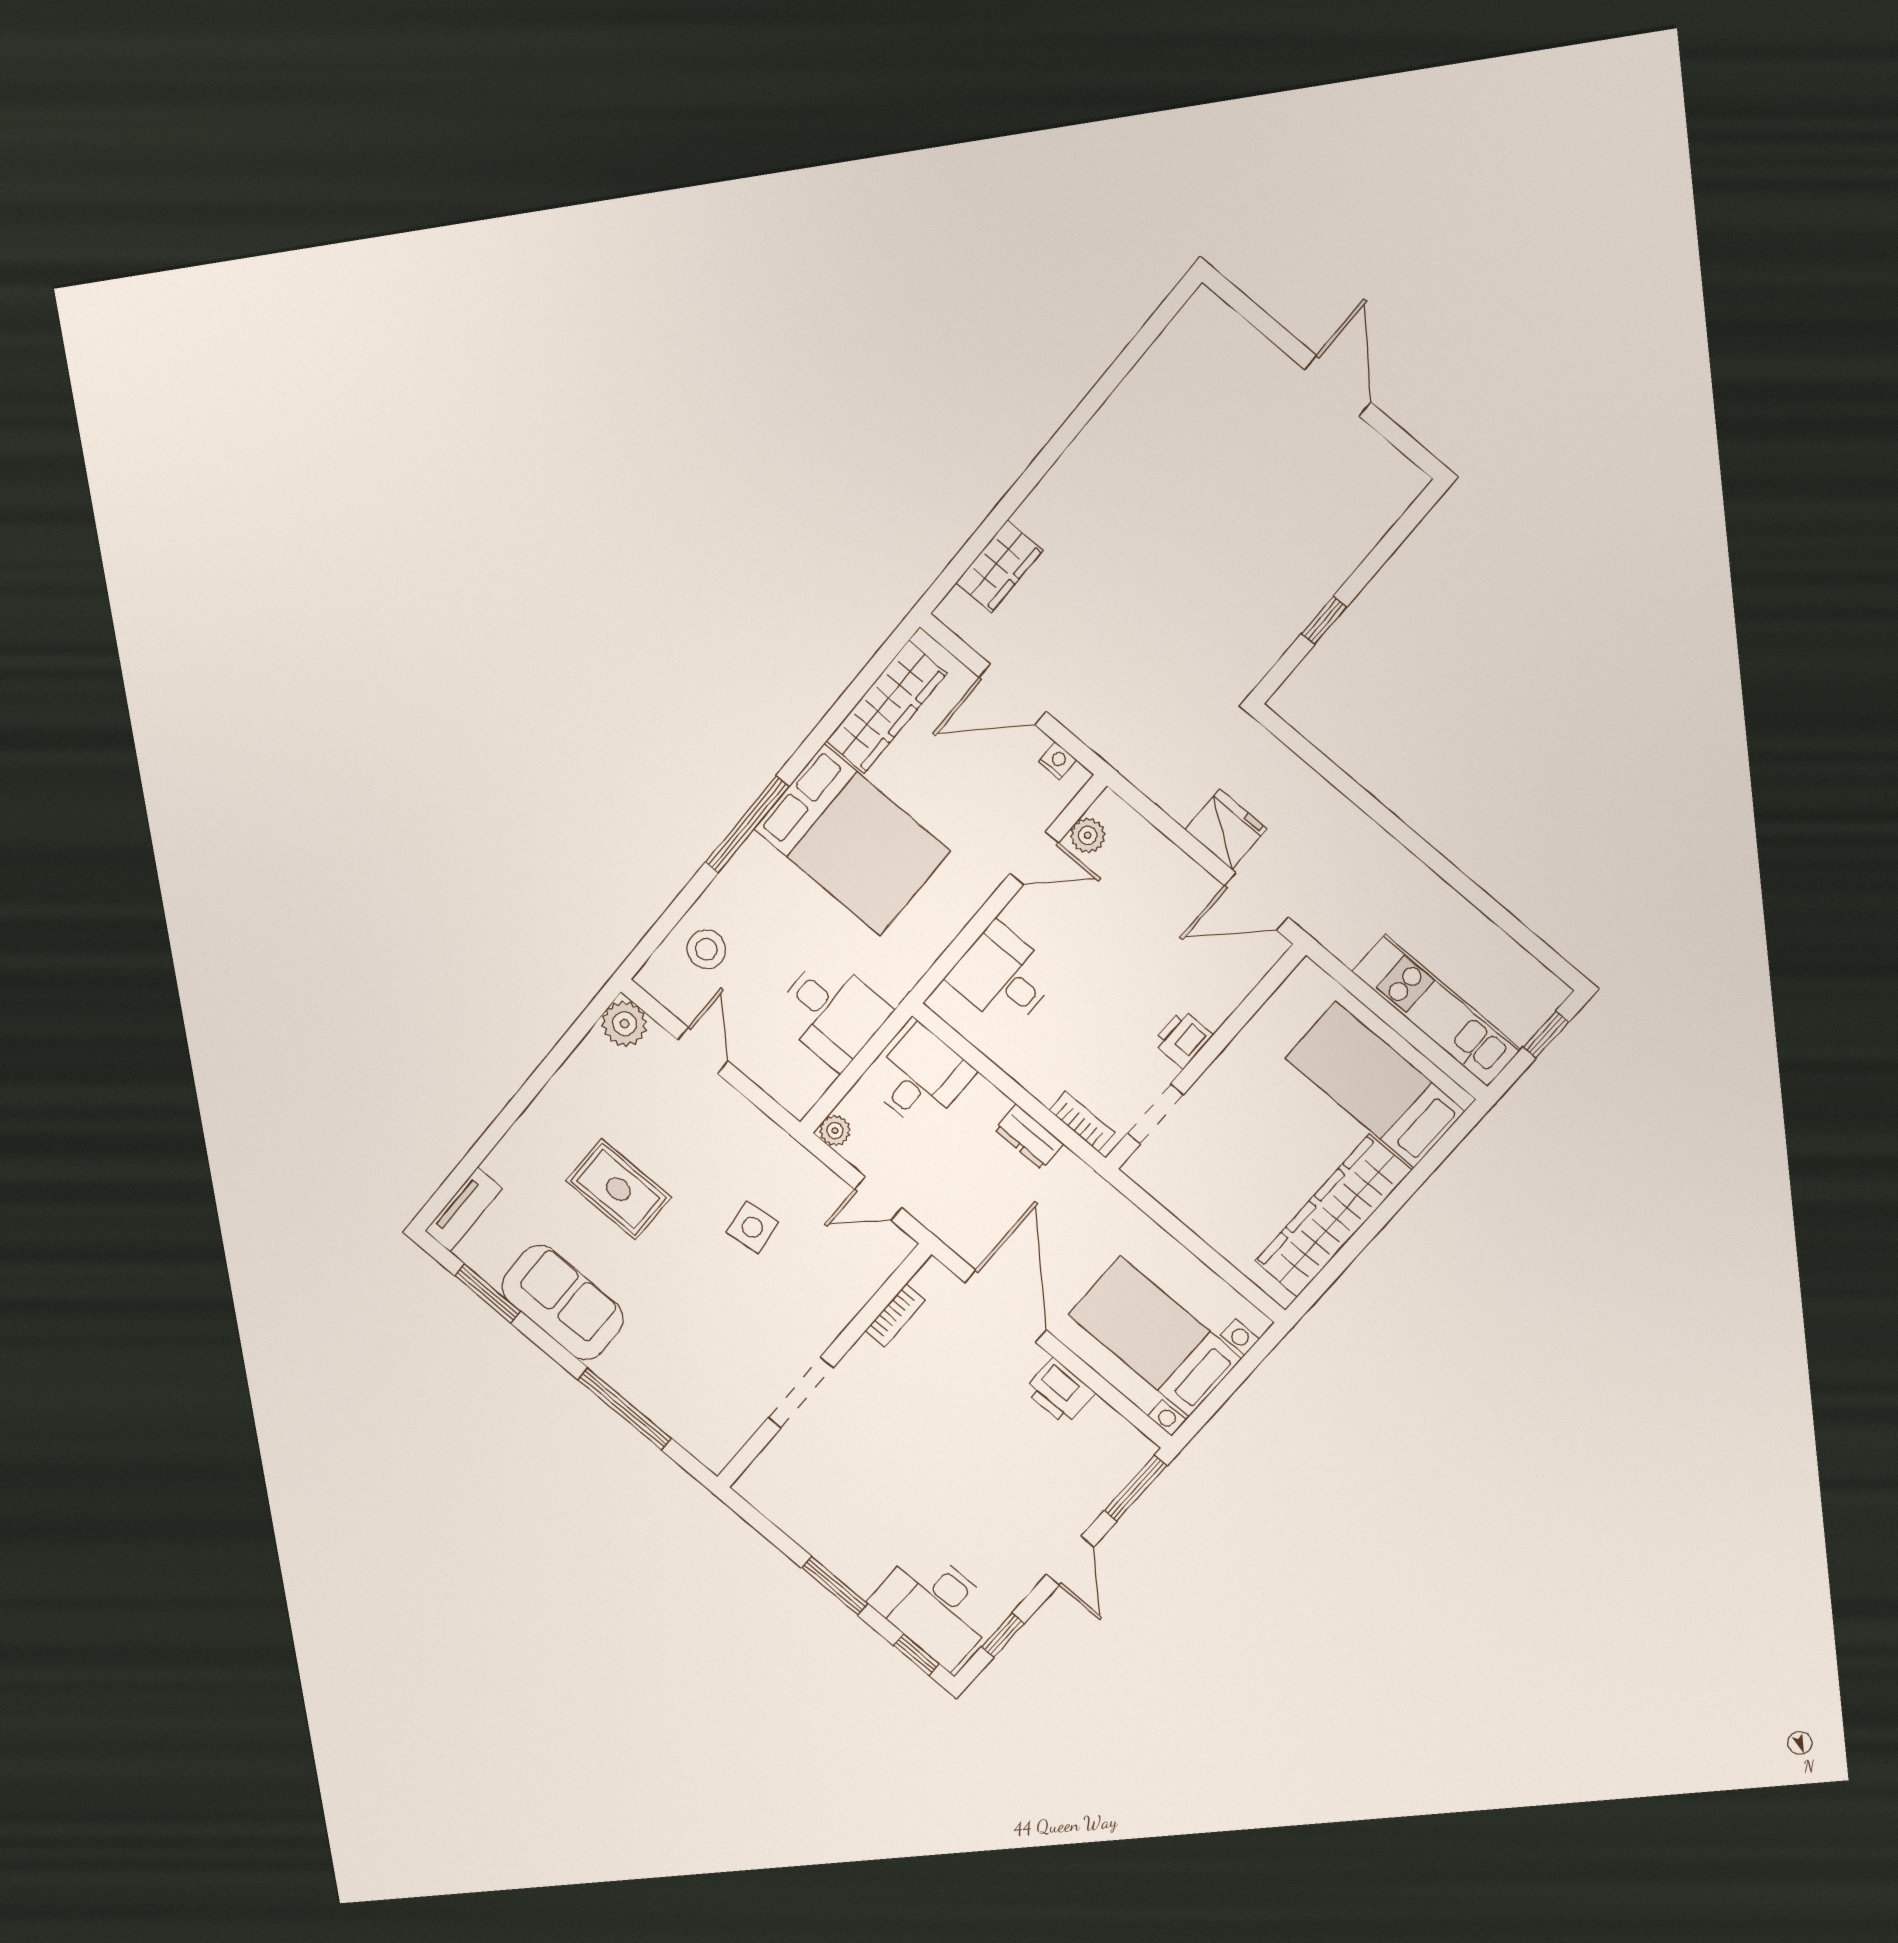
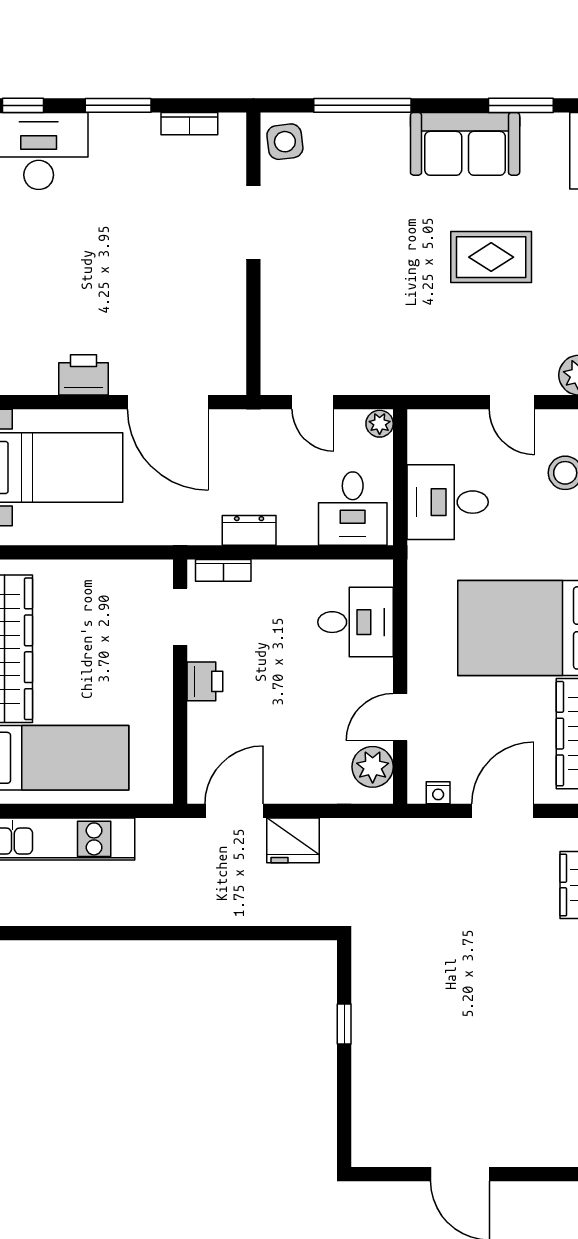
plant: (1088, 835) -> (373, 767), width x1.38, depth x1.38
door: (878, 1198) -> (313, 402), swing flipped
side table: (752, 1227) -> (285, 142), moved
bookcase: (895, 1315) -> (189, 124), moved, turned -90

